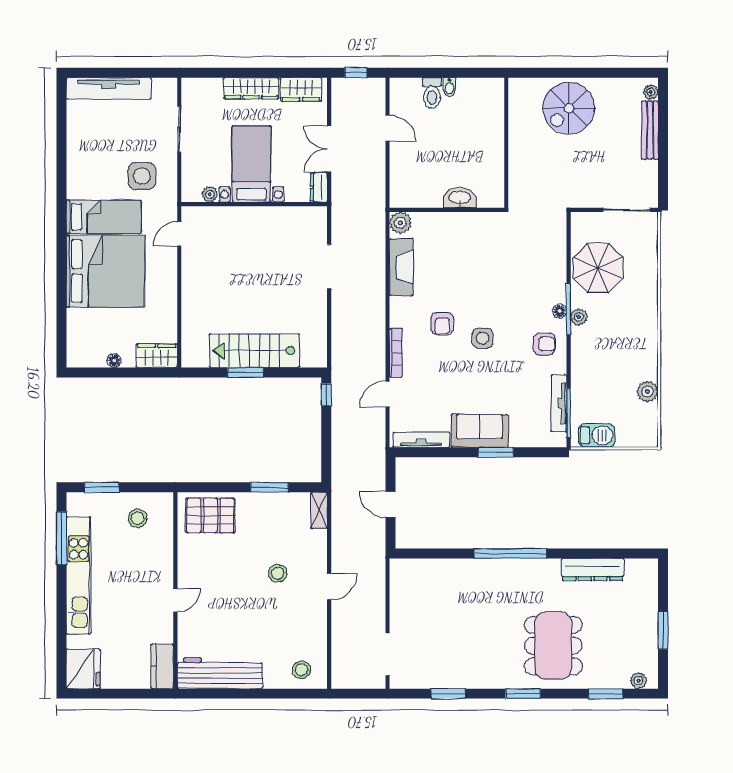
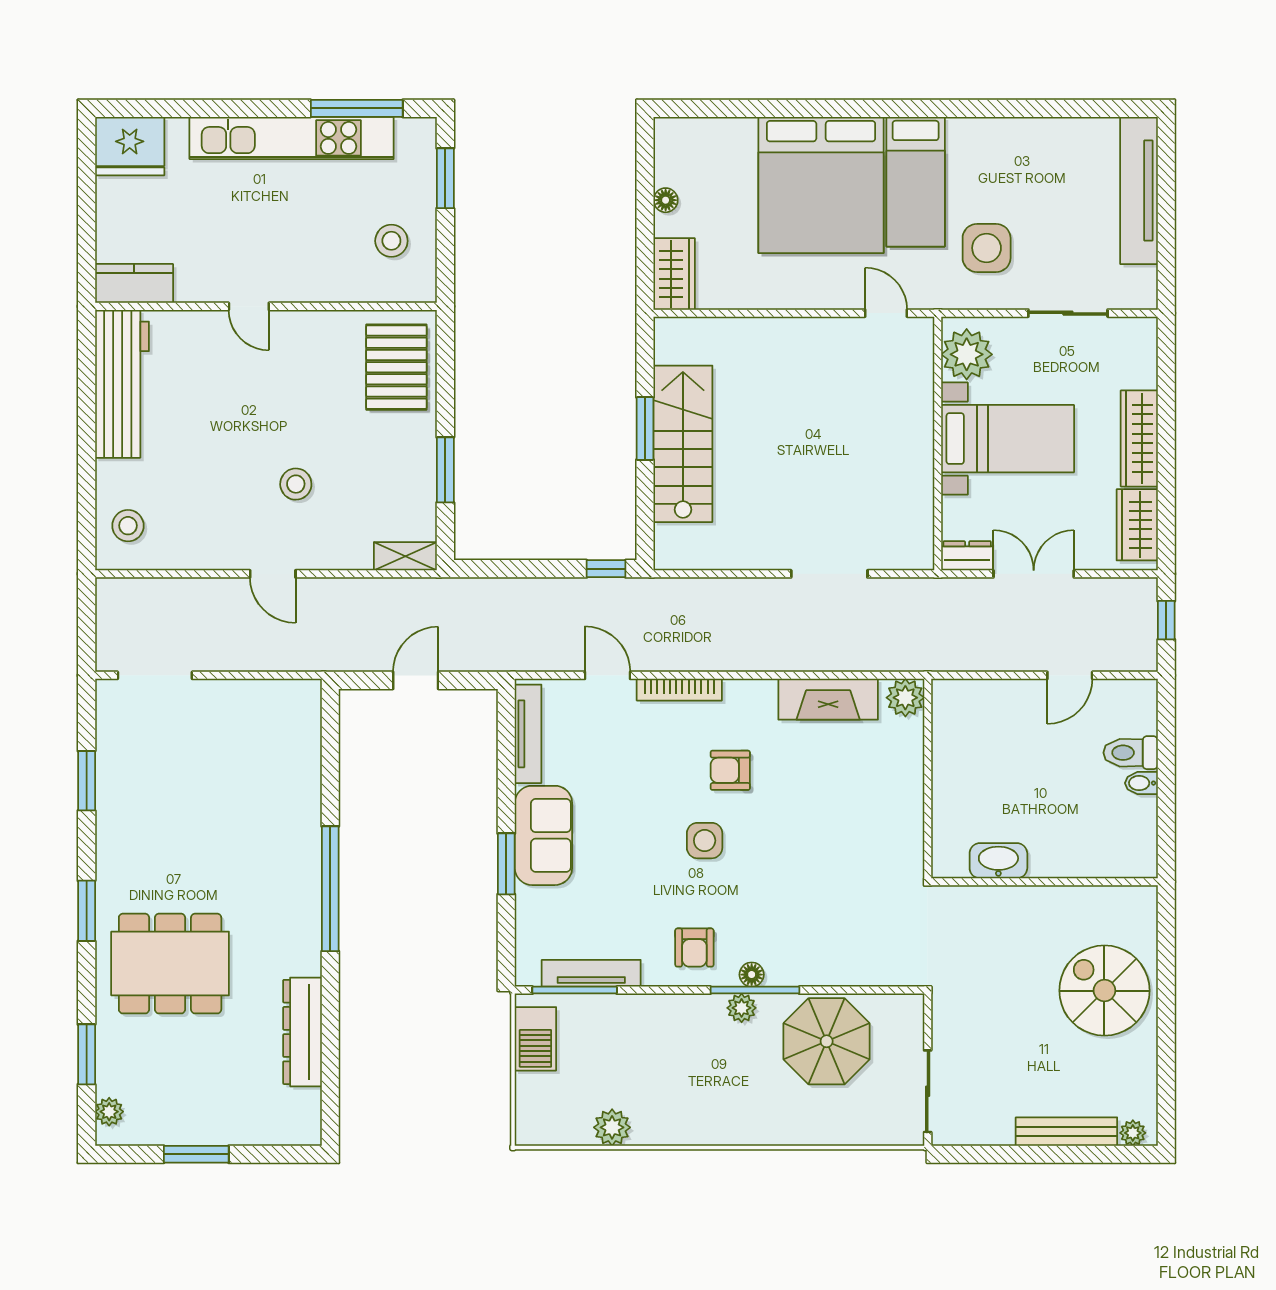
plant: (210, 194) -> (967, 354), width x1.88, depth x1.88
washbasin: (460, 198) -> (998, 861), moved, turned -90

